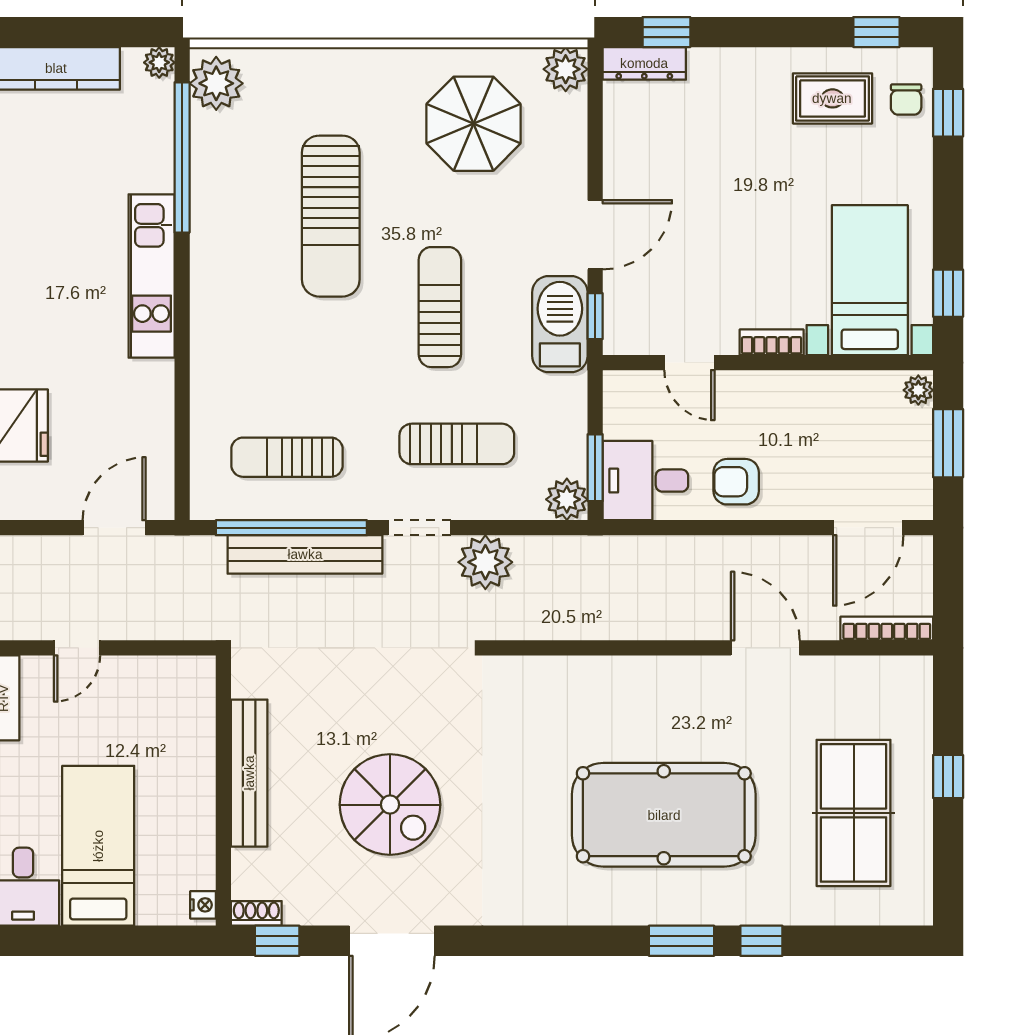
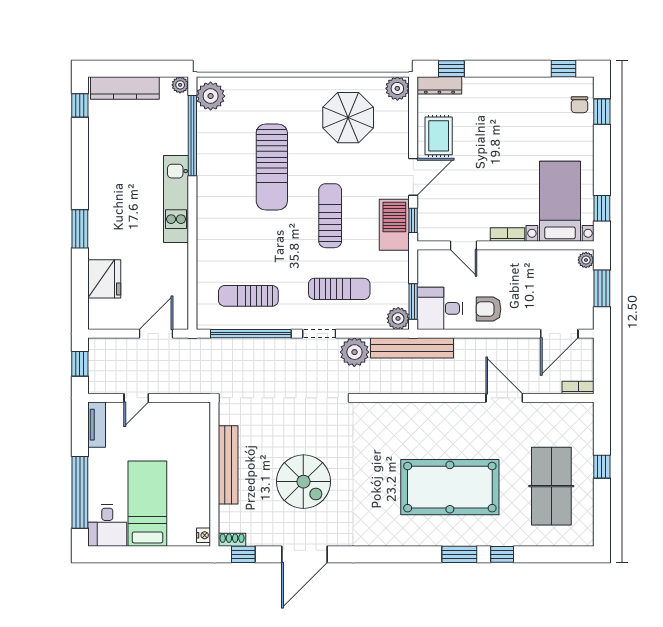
rug: (832, 98) -> (439, 136), moved, turned 90
bench: (305, 554) -> (412, 348), moved
bookcase: (887, 629) -> (578, 388), width x0.64

